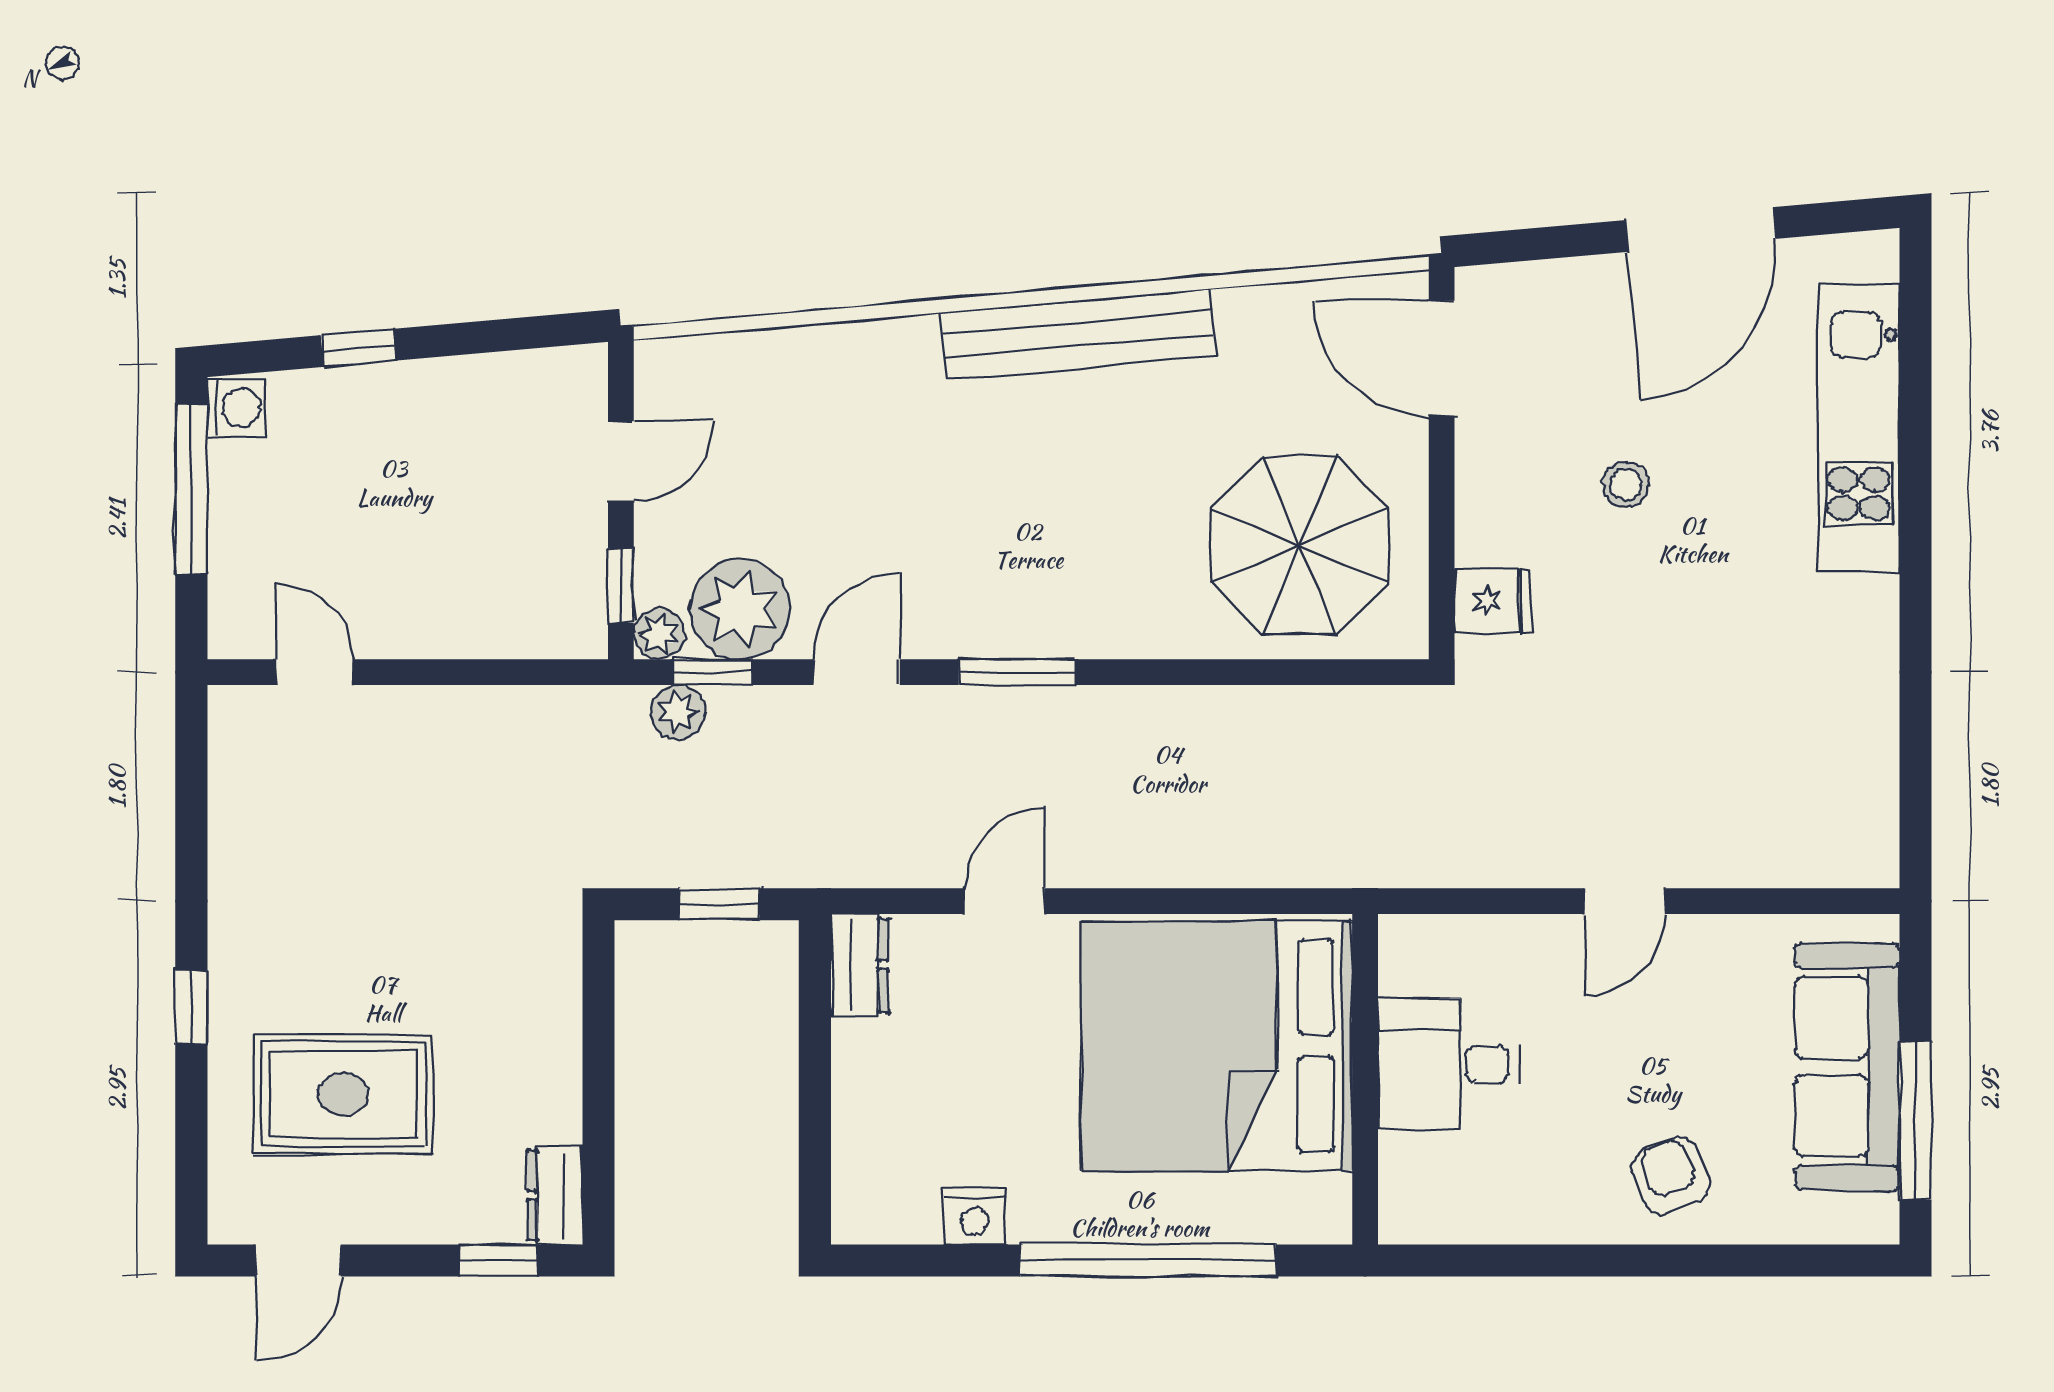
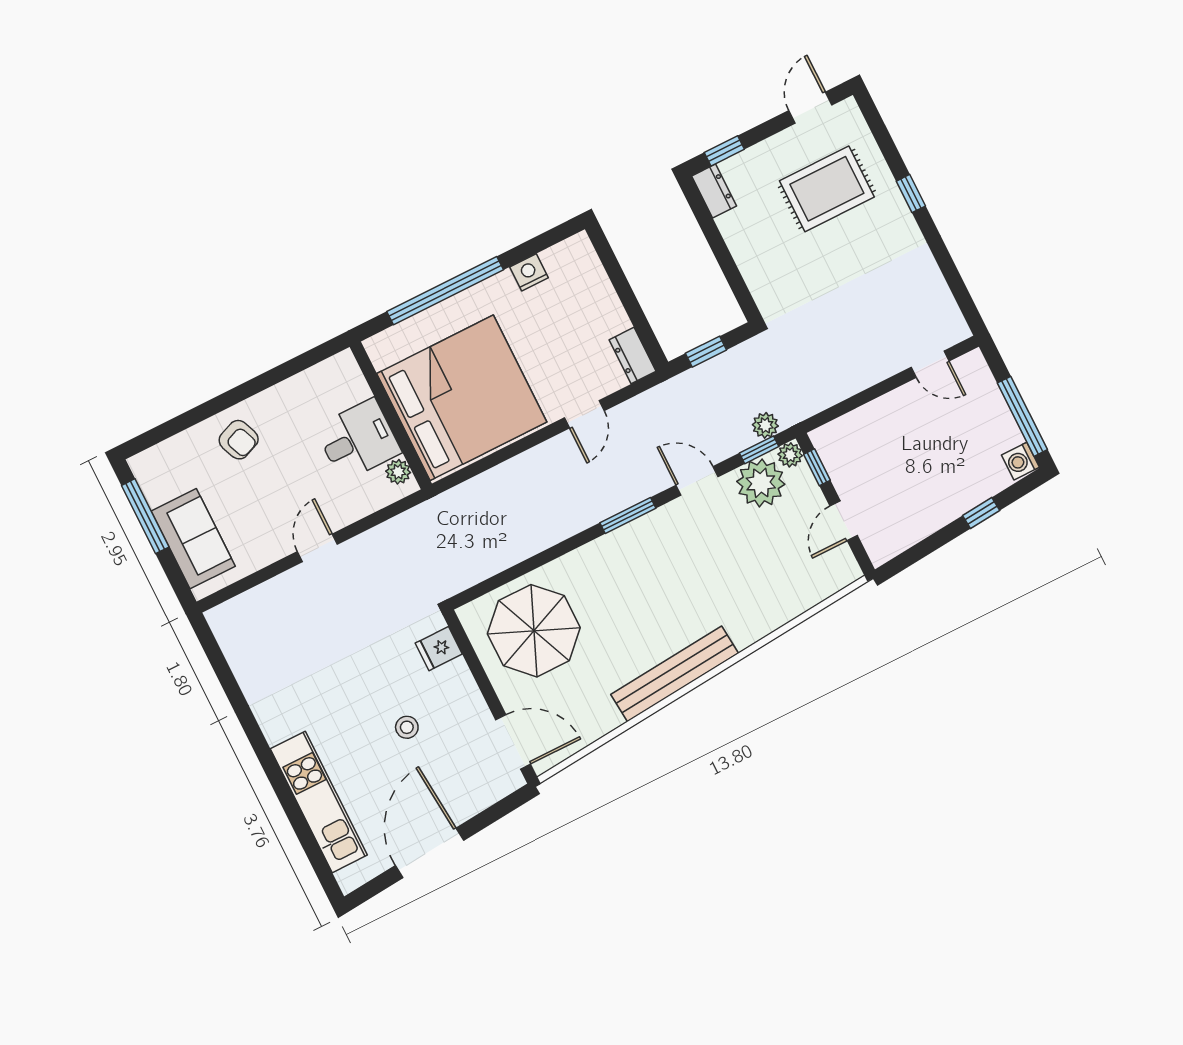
door: (856, 672) -> (697, 481), swing flipped
plant: (1404, 967) -> (398, 472), added
sofa: (1847, 1067) -> (193, 539), width x0.73

